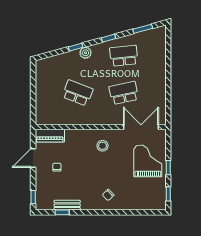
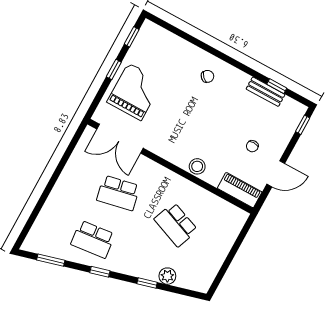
plant: (85, 53) -> (167, 276), moved
stool: (103, 146) -> (197, 166), moved
grand piano: (148, 161) -> (135, 92), turned 180

